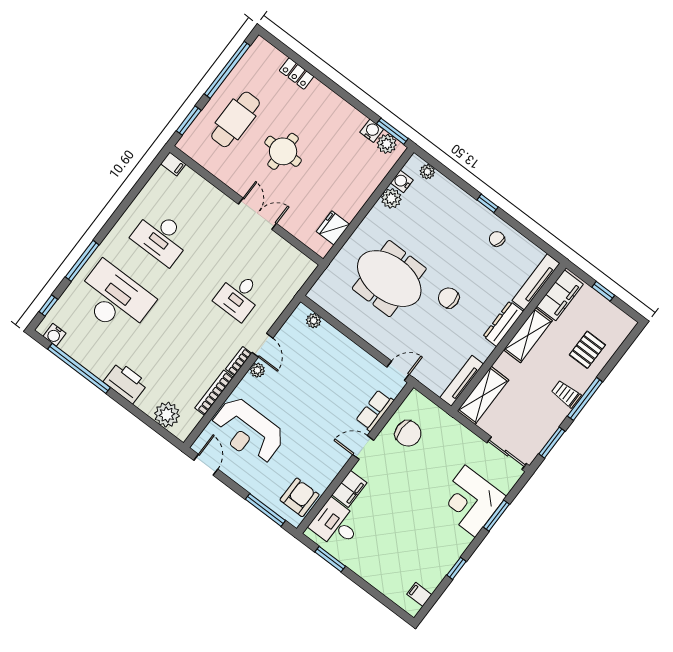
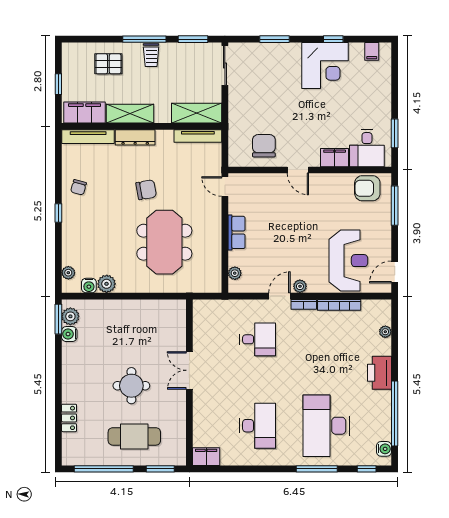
filing cabinet: (173, 164) -> (206, 457), width x2.00
fridge: (333, 228) -> (159, 309), removed
chair: (449, 298) -> (146, 190), turned -100
row of seats: (375, 410) -> (237, 232), moved, turned -90
plant: (167, 415) -> (385, 332), width x0.53, depth x0.53
corner desk: (470, 501) -> (325, 65), moved

